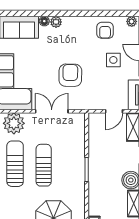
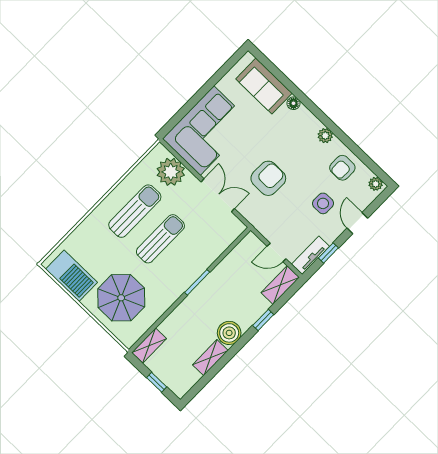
plant: (56, 22) -> (325, 136), moved

